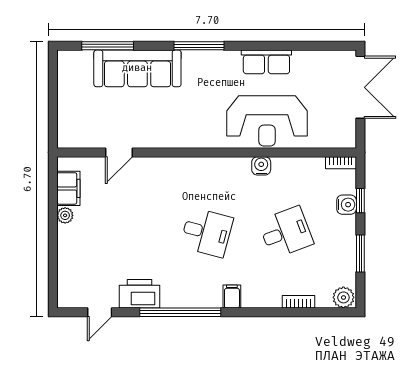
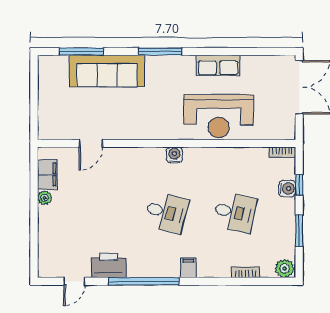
water cooler: (261, 166) -> (174, 155), moved
desk: (286, 232) -> (235, 212), turned 33

